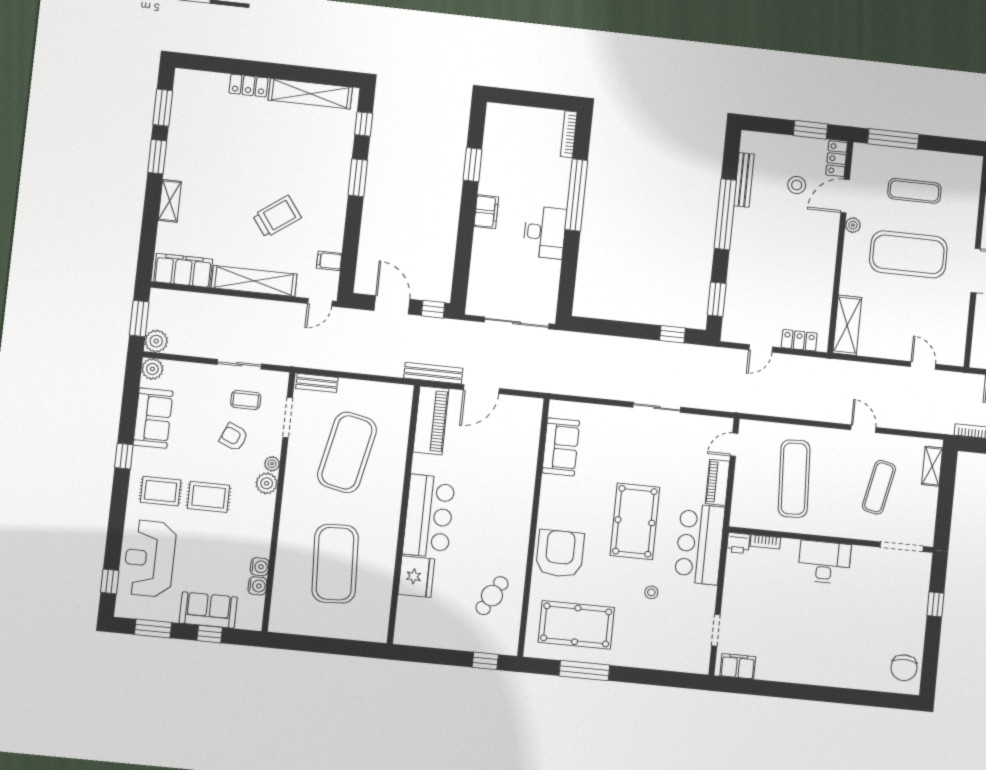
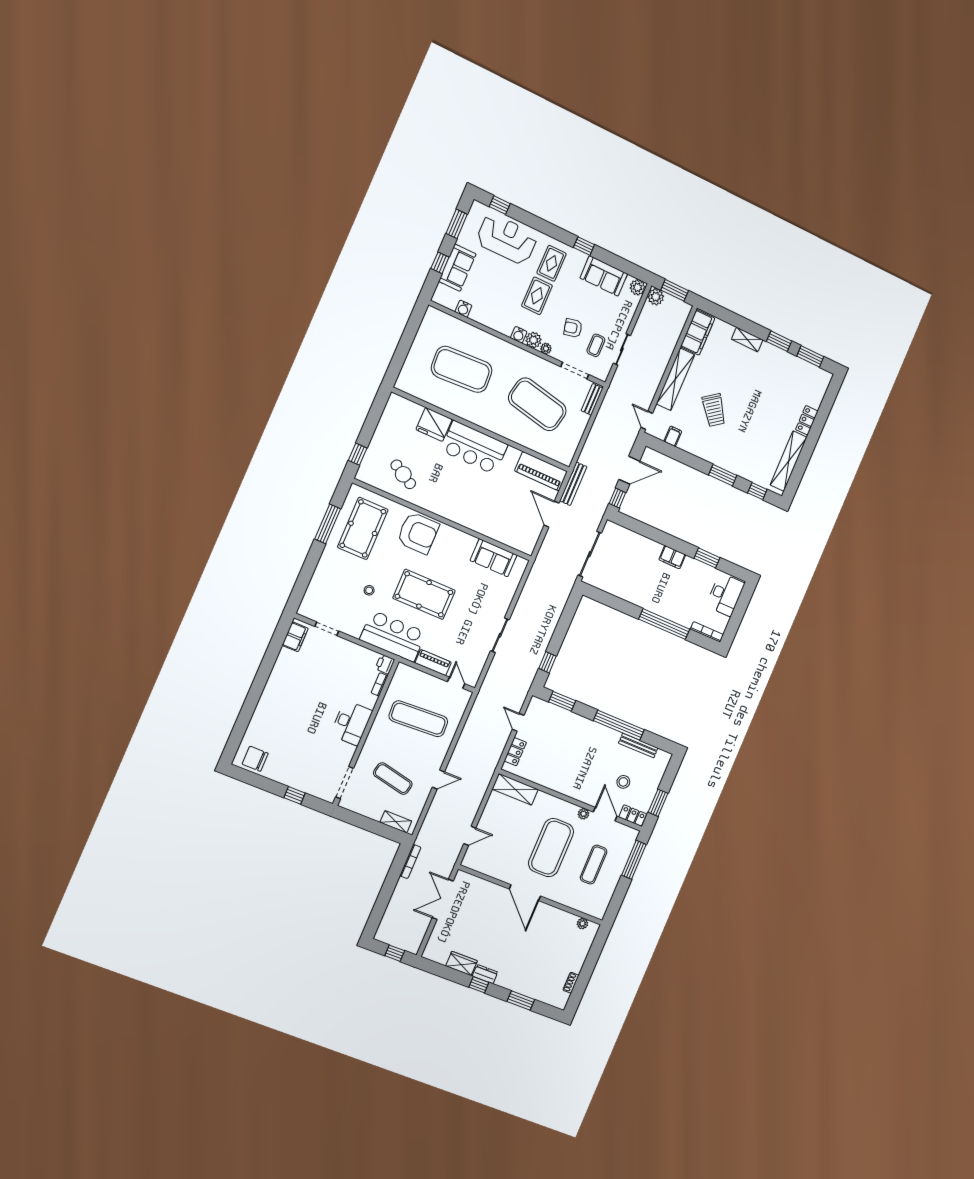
desk: (545, 232) -> (725, 595), moved, turned -90
armchair: (234, 437) -> (573, 328), turned -126
water cooler: (260, 567) -> (519, 335), moved

